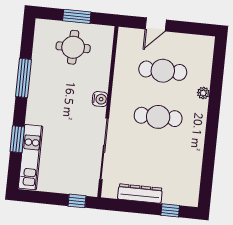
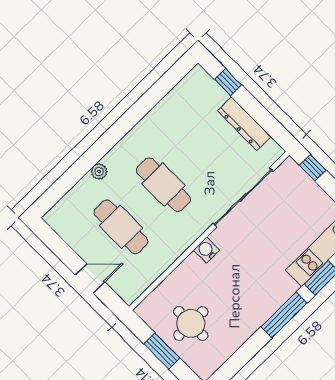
window: (23, 78) -> (284, 315), moved

